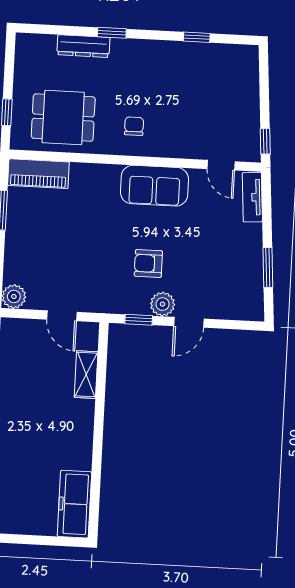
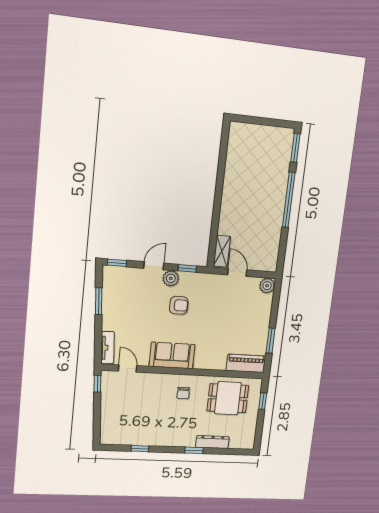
window: (243, 325) -> (117, 263), added
shelving: (86, 375) -> (222, 251), moved
freezer: (74, 504) -> (237, 145), removed

